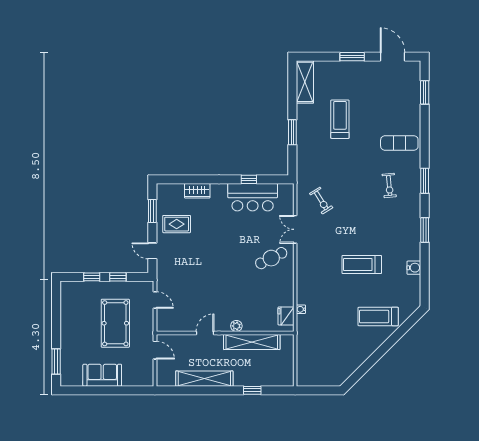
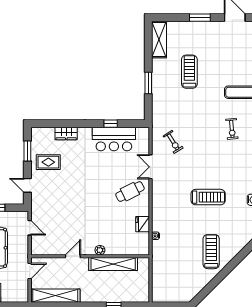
treadmill: (362, 265) -> (208, 197), turned 180
fridge: (286, 316) -> (143, 224), moved
treadmill: (378, 316) -> (211, 252), moved, turned 90
door: (155, 350) -> (30, 271), hinge flipped
shelving: (204, 379) -> (55, 296), moved

